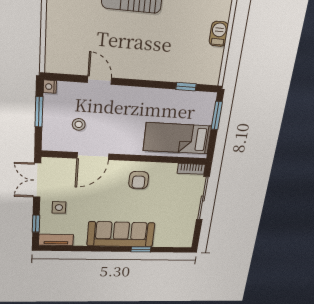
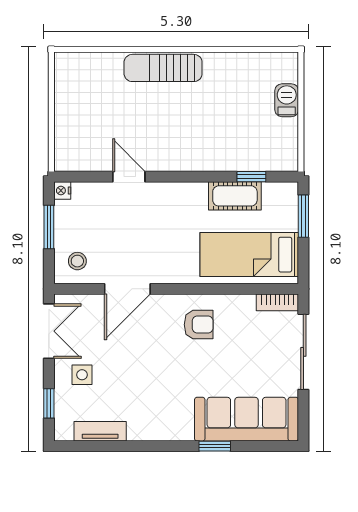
cot: (173, 99) -> (235, 196), added
stool: (79, 124) -> (77, 261), moved
double door: (37, 180) -> (49, 331), swing flipped
armchair: (139, 180) -> (199, 325), turned -90
sofa: (121, 234) -> (247, 419), moved
tv unit: (56, 240) -> (100, 431), moved

